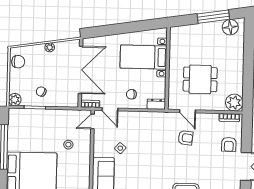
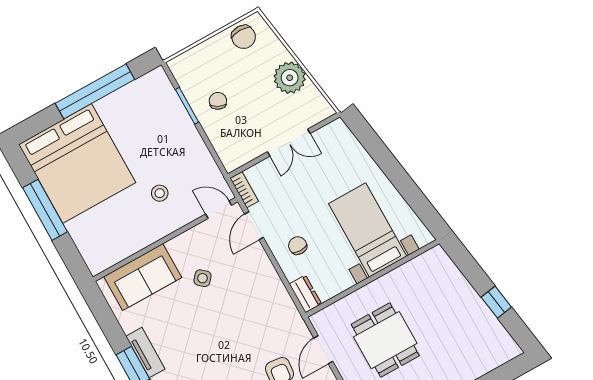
window: (213, 17) -> (496, 302), width x0.46
floor lamp: (230, 27) -> (495, 339), removed
plant: (50, 47) -> (290, 78), width x1.88, depth x1.88
double door: (80, 70) -> (289, 143), width x0.54
plant: (15, 100) -> (181, 67), removed

